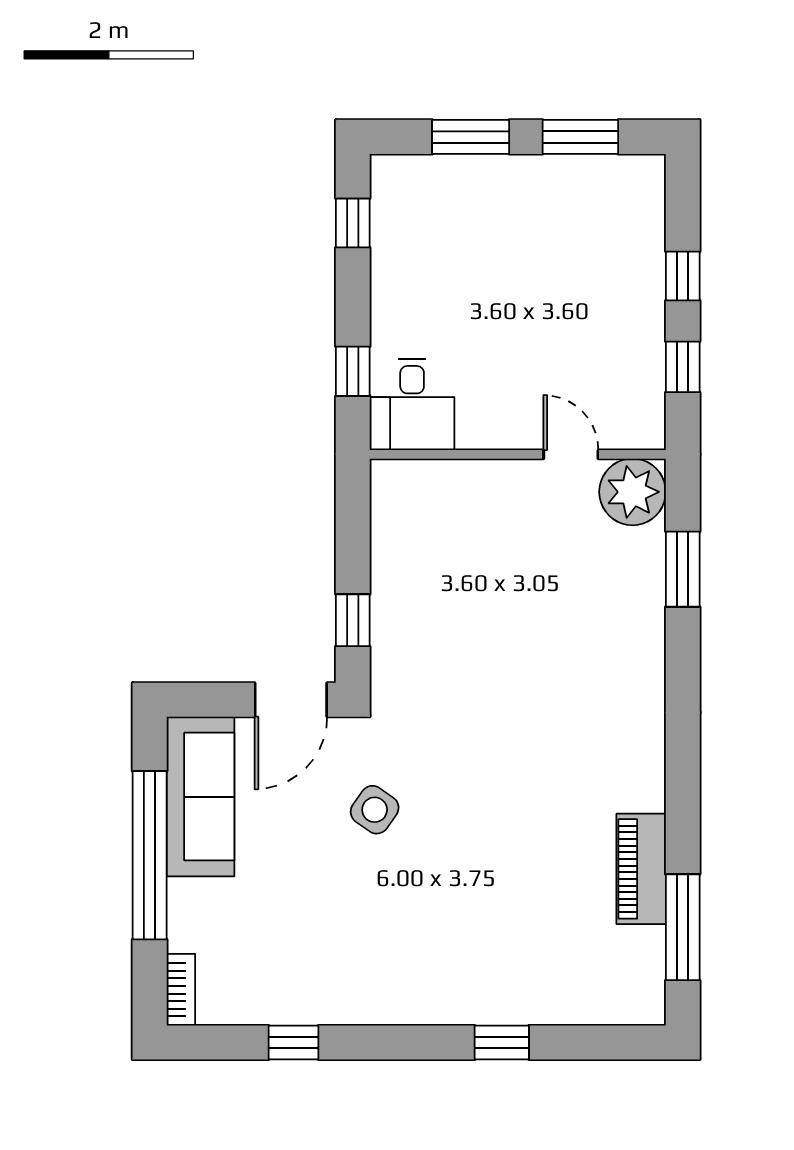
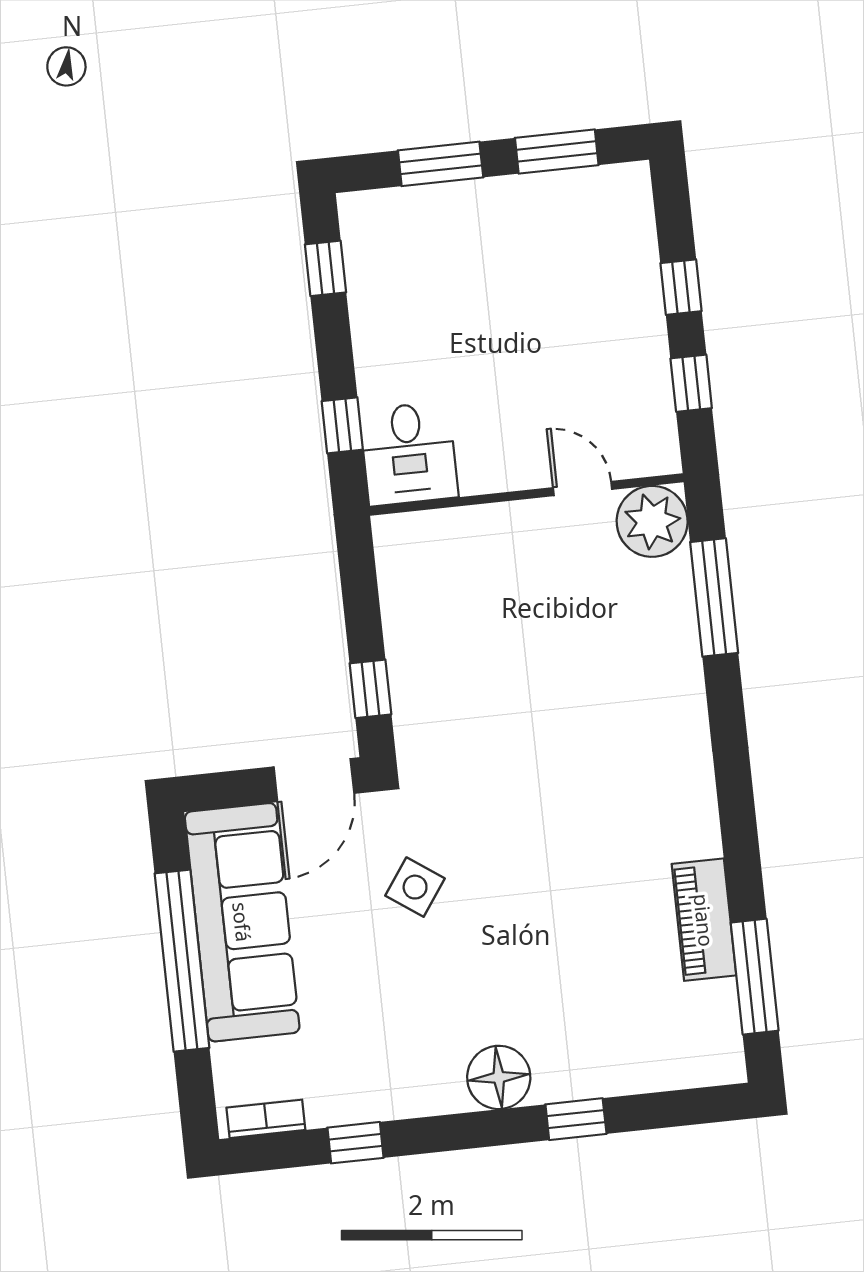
window: (683, 569) -> (714, 597), width x1.44
sofa: (200, 797) -> (242, 922), width x1.36, depth x1.27
bookcase: (181, 990) -> (266, 1119), moved, turned -90
floor lamp: (434, 996) -> (499, 1077), added

